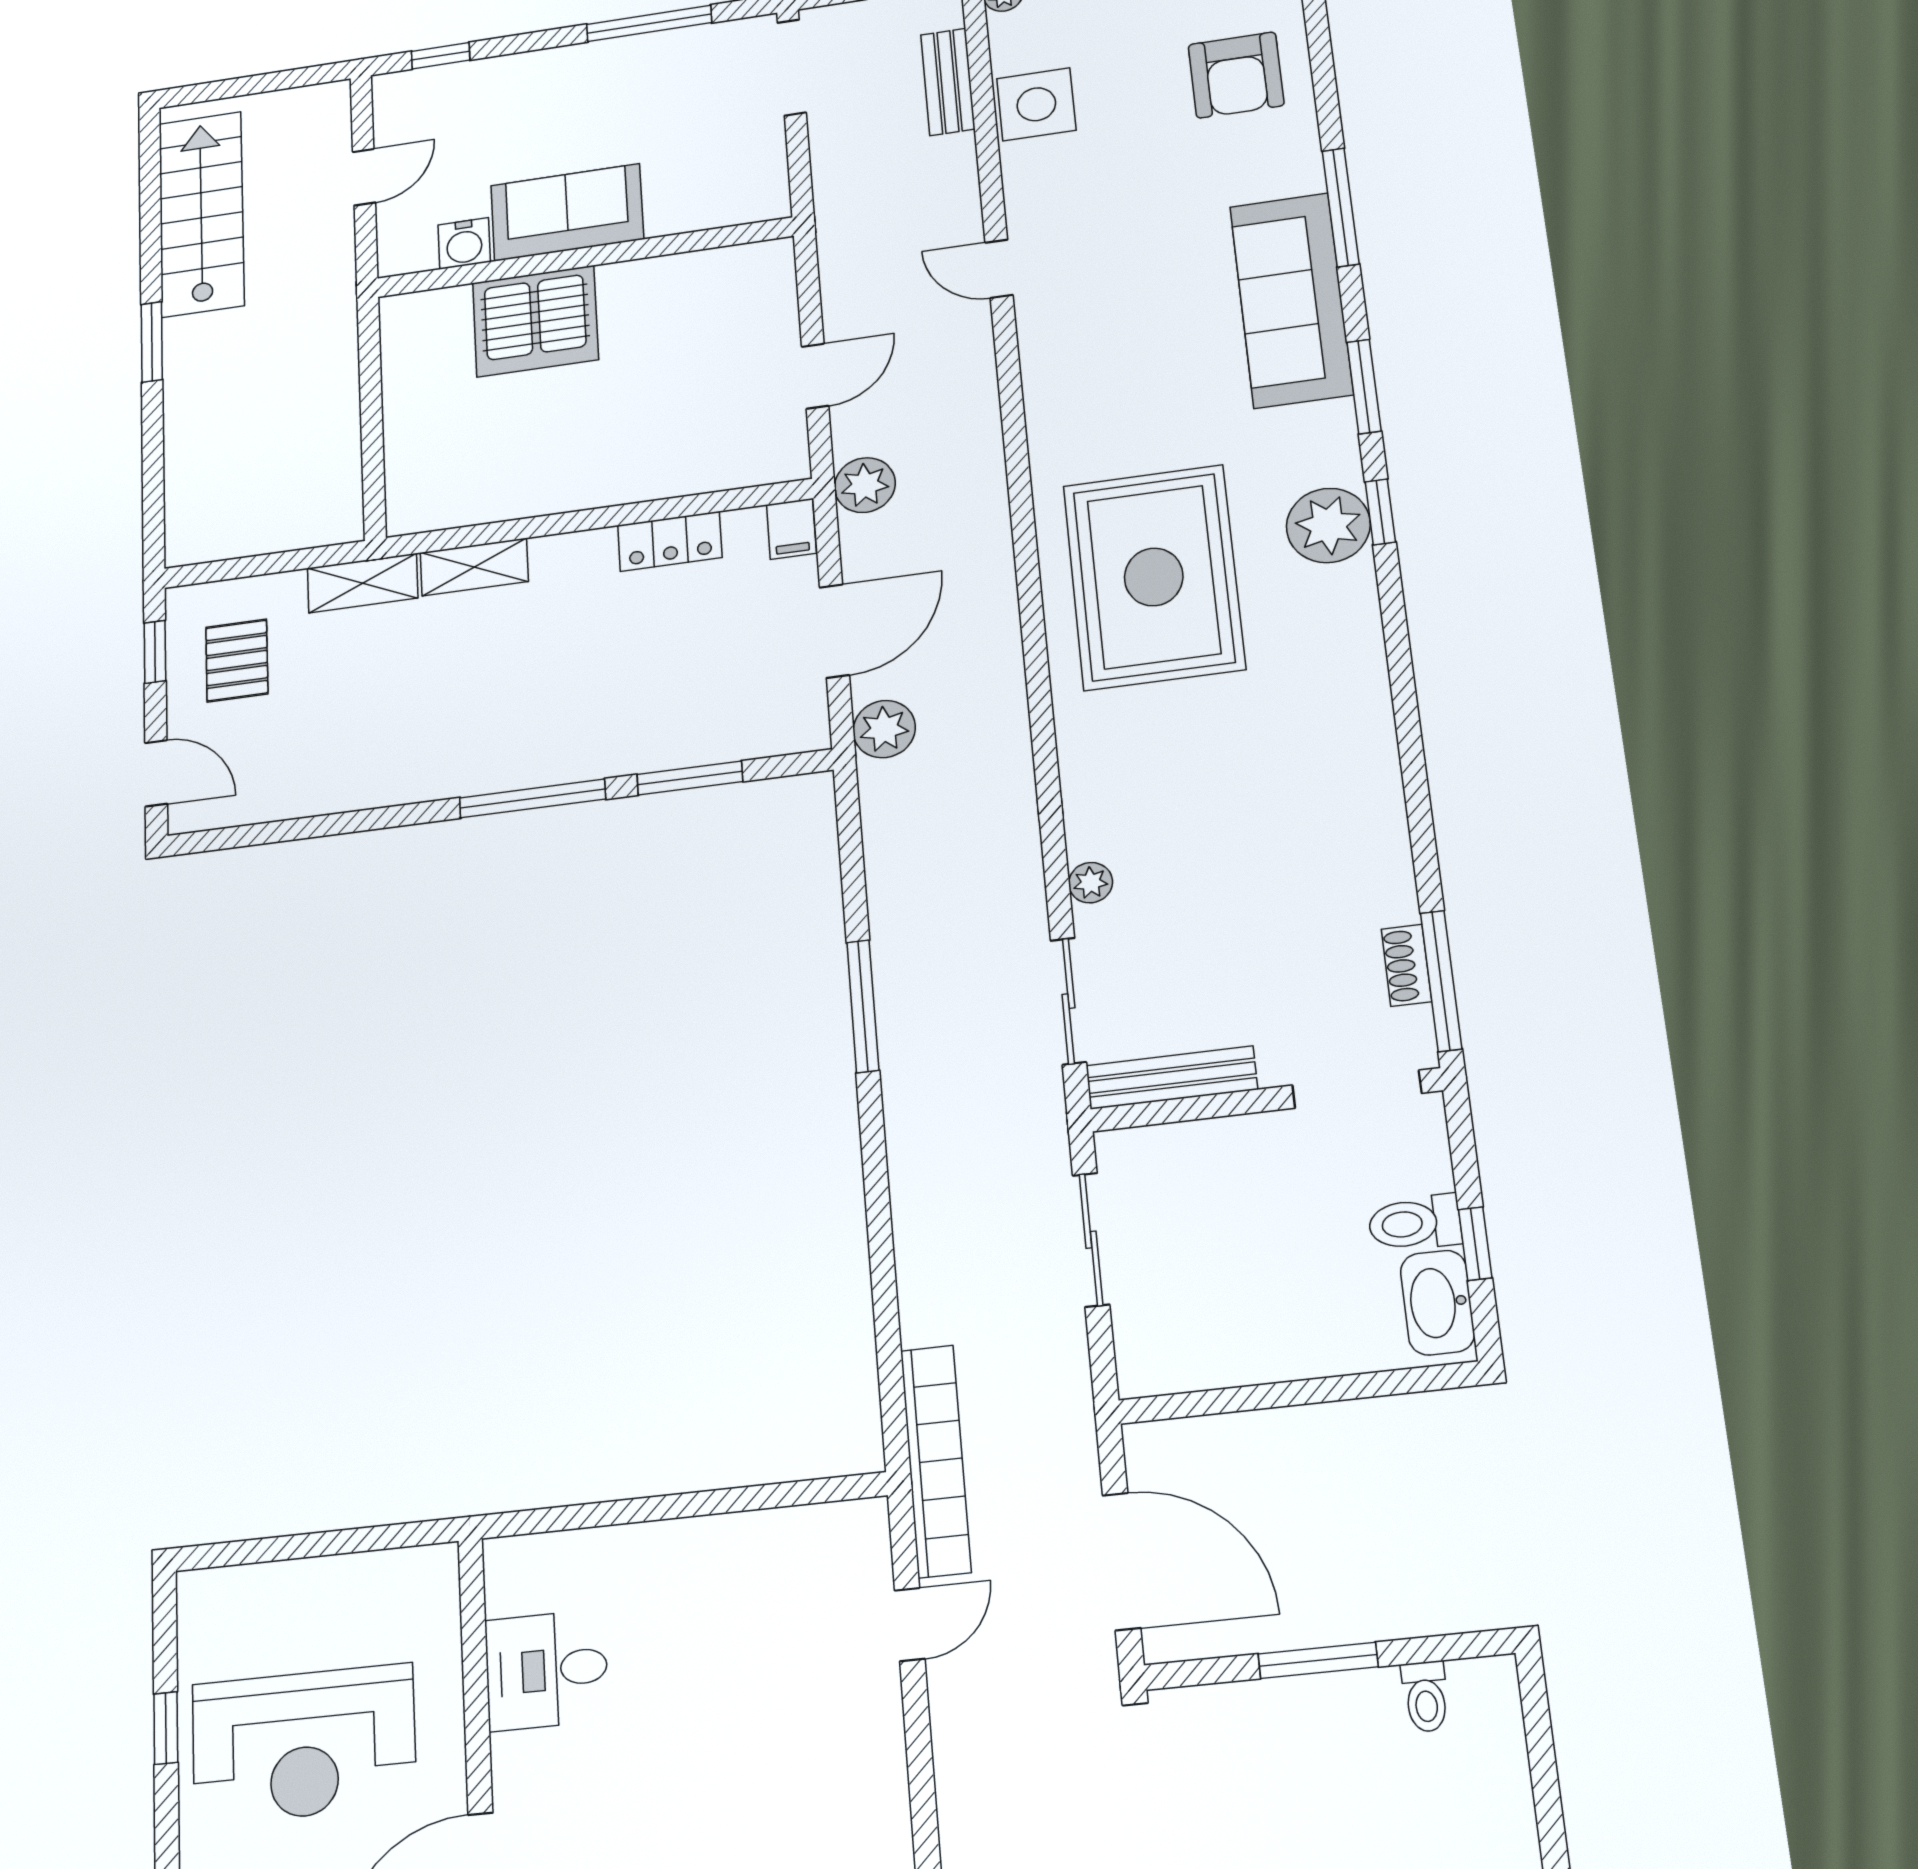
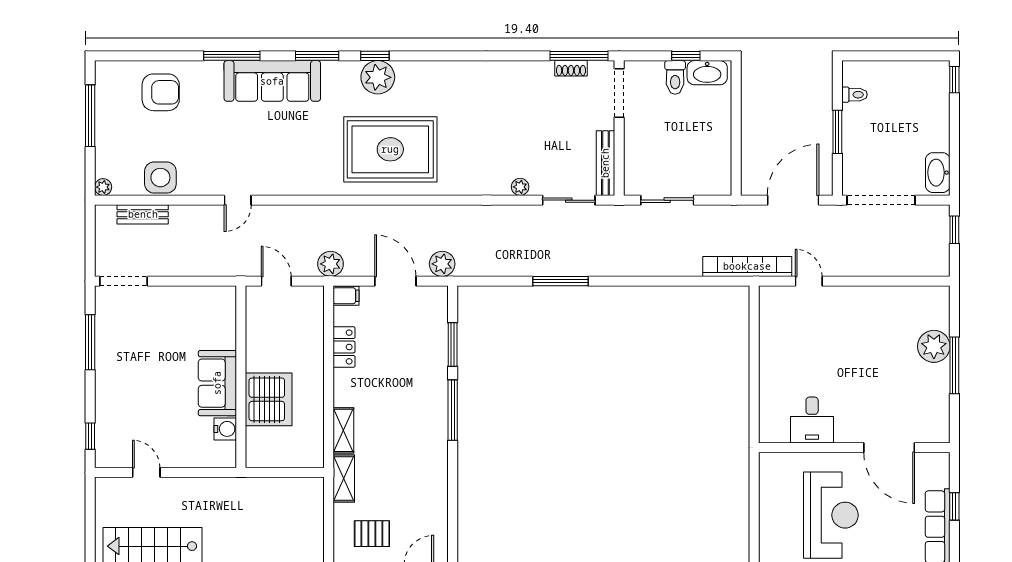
sofa: (567, 212) -> (217, 383), moved
water cooler: (464, 243) -> (225, 429), moved
wall: (584, 257) -> (241, 377), moved
server rack: (535, 321) -> (269, 399), moved

